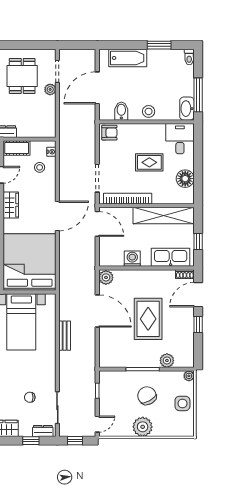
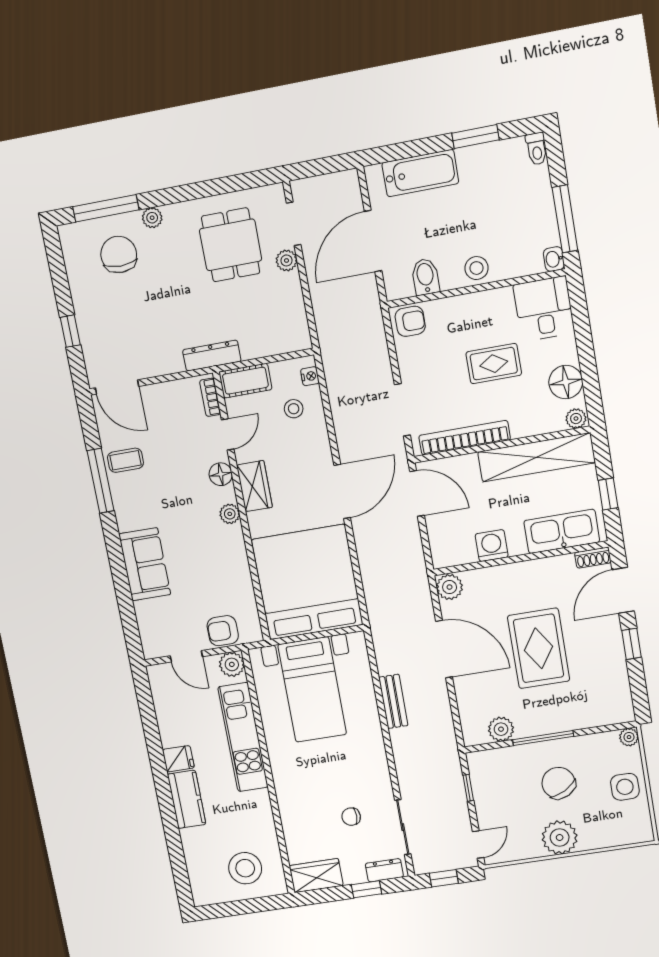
washbasin: (187, 109) -> (554, 259), width x0.52, depth x0.69
plant: (188, 199) -> (576, 419), added
plant: (167, 360) -> (501, 729), moved

